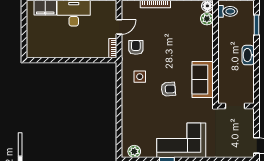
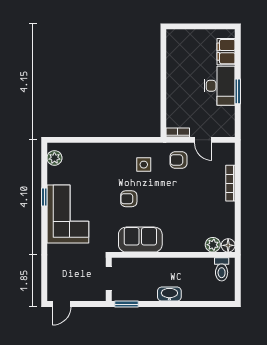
window: (257, 25) -> (126, 304), moved
armchair: (136, 47) -> (179, 160), turned 180
armchair: (168, 89) -> (129, 199), turned 95

